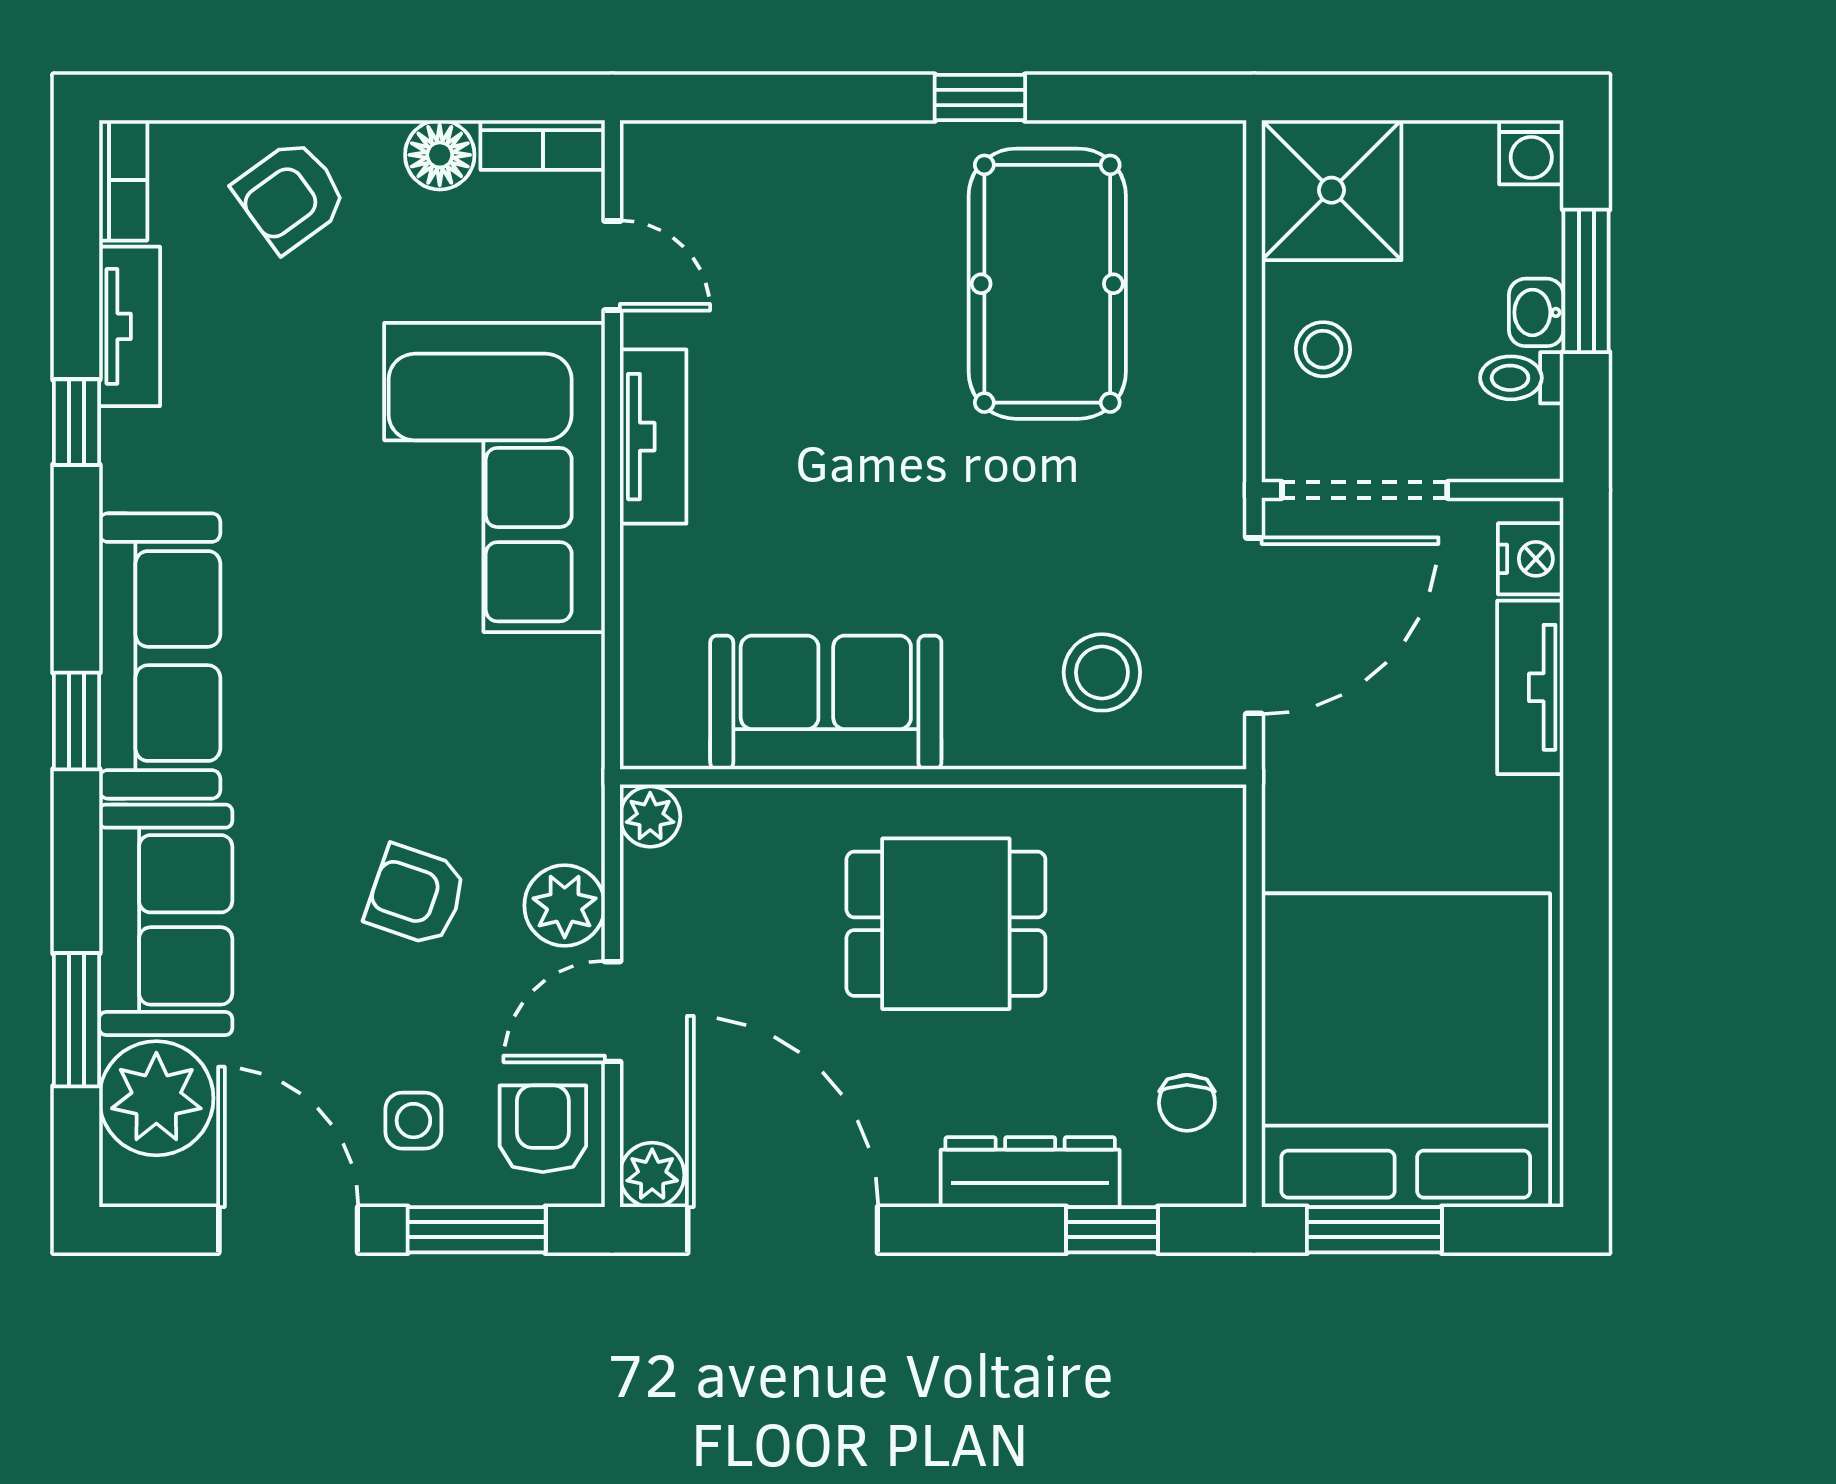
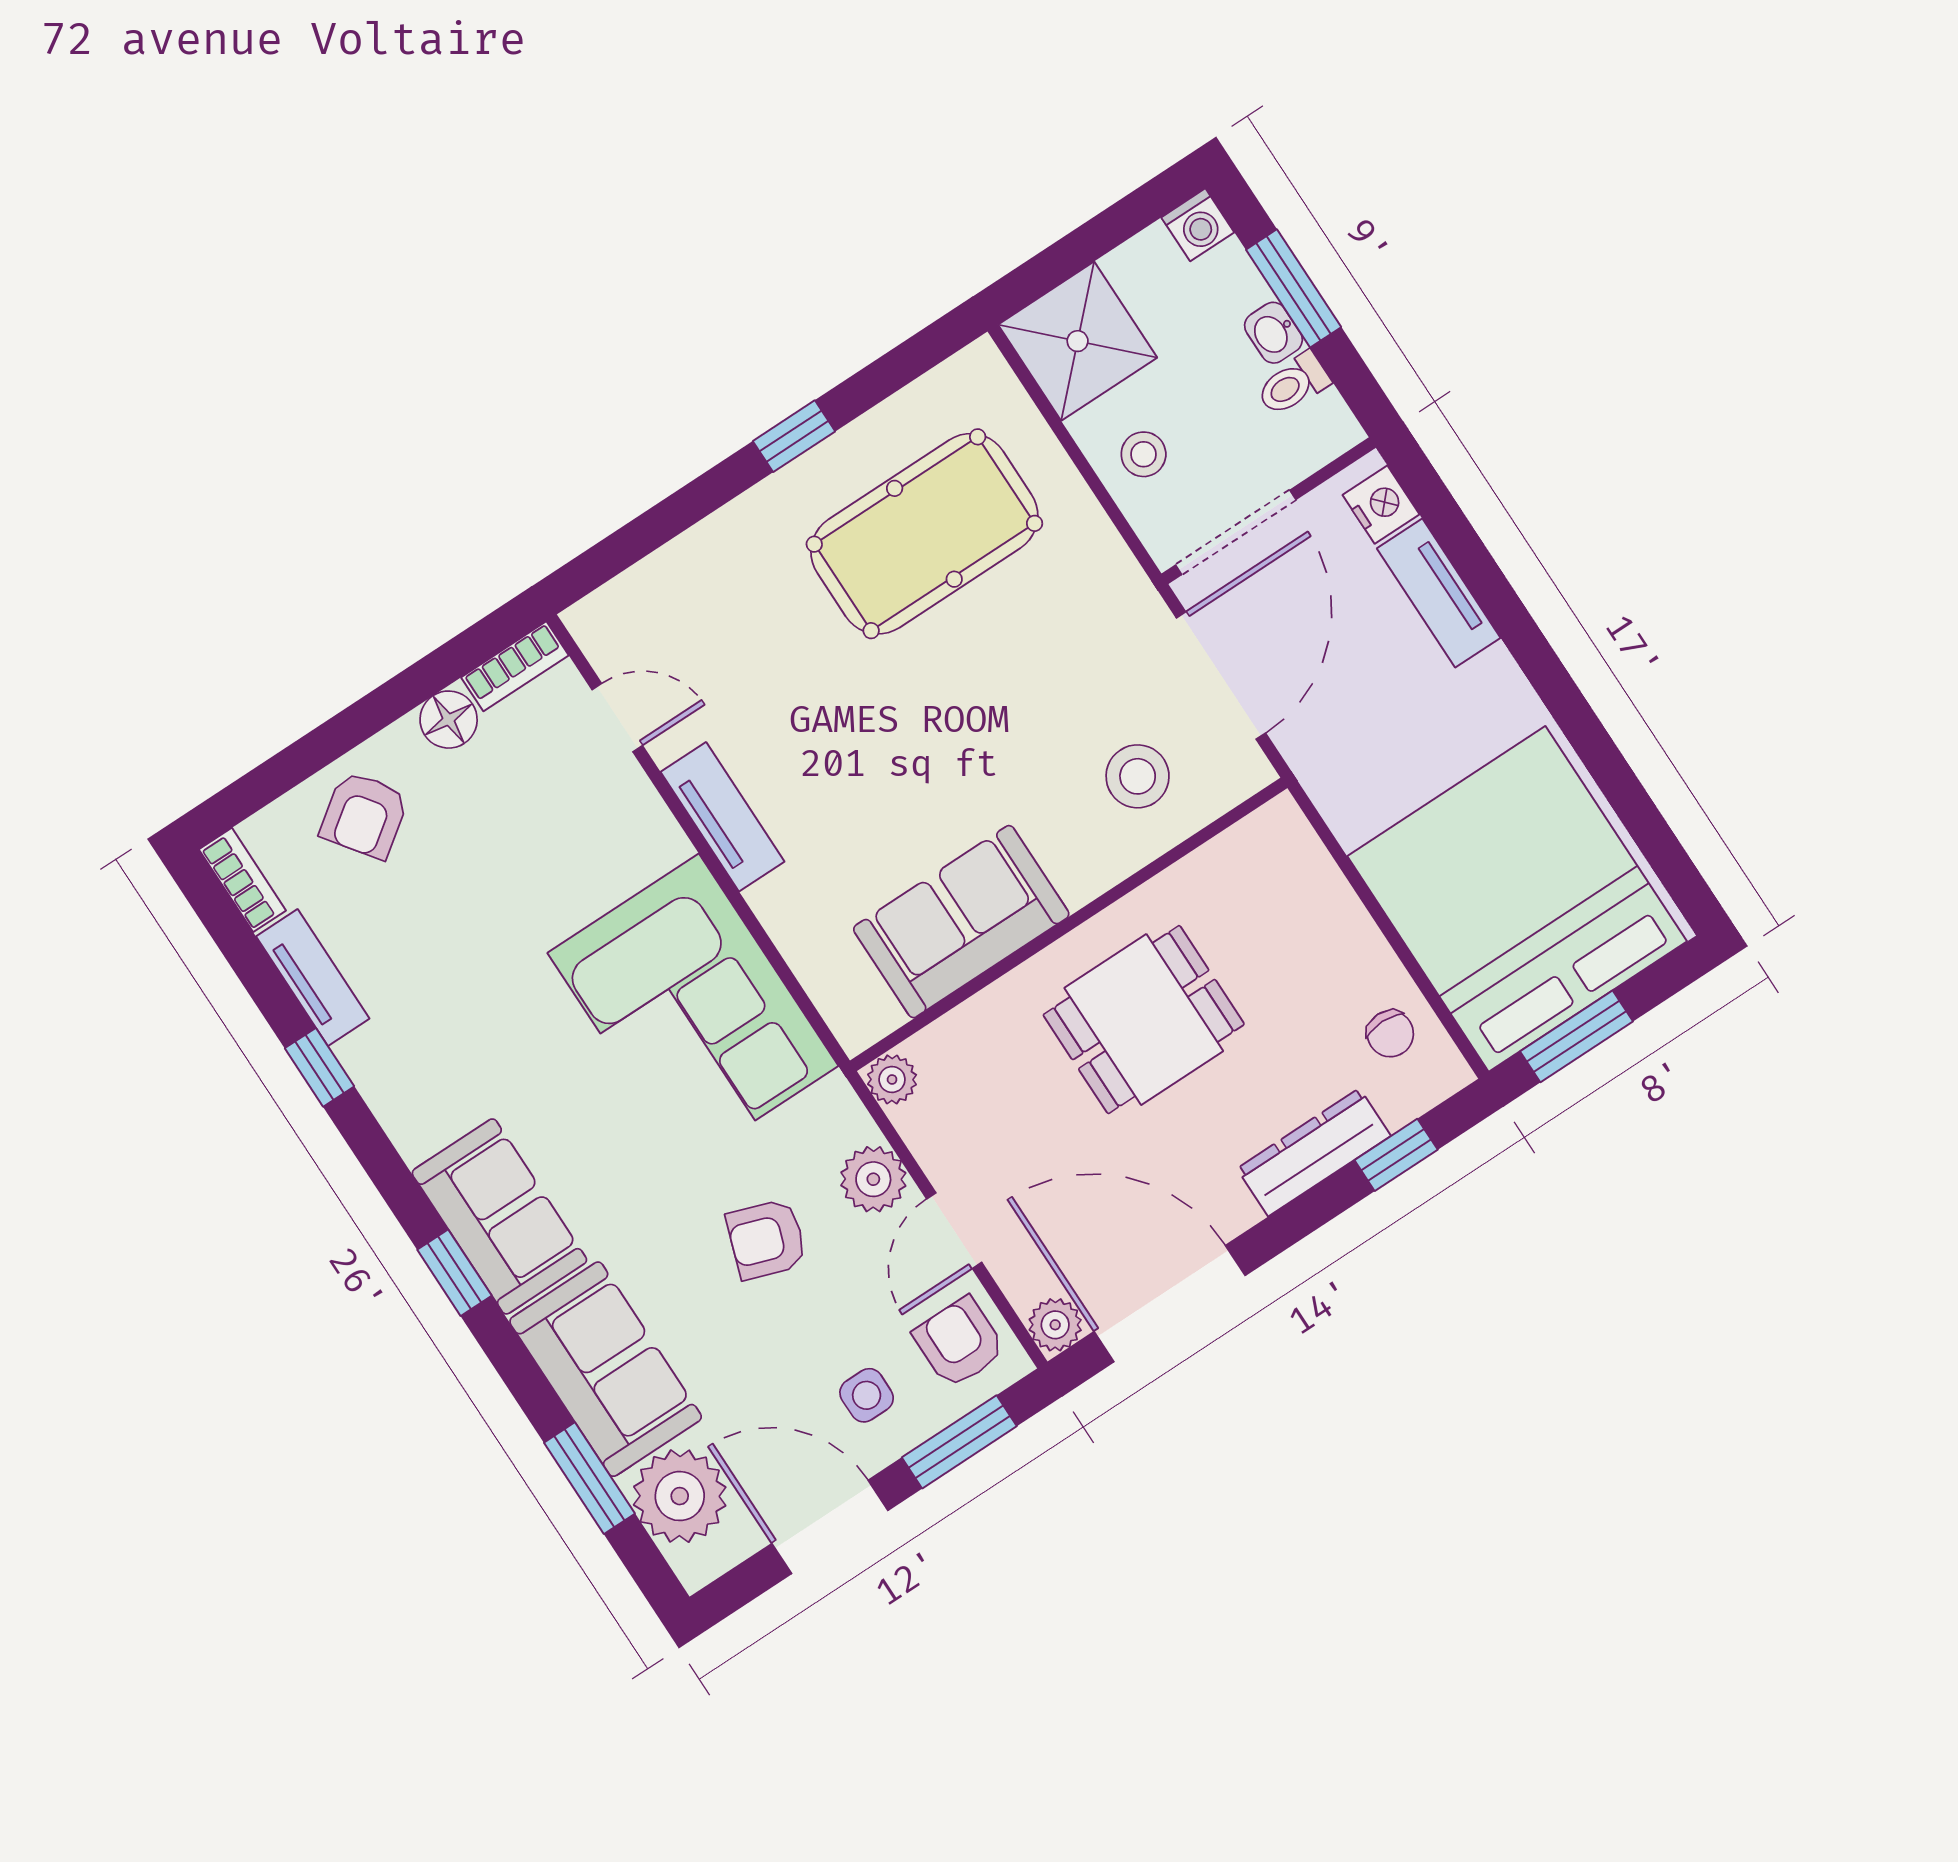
pool table: (1047, 284) -> (924, 534), turned 90
corner sofa: (495, 477) -> (693, 1009), moved
sofa: (160, 656) -> (499, 1216), width x0.73

